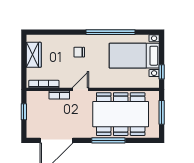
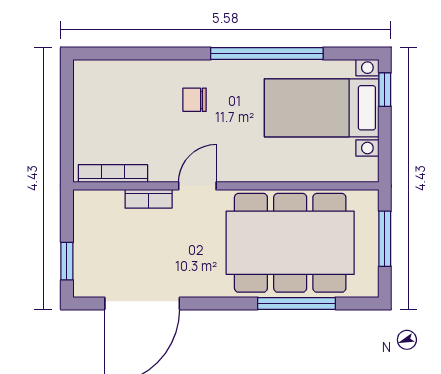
wardrobe: (34, 55) -> (90, 106), removed
window: (162, 72) -> (385, 90), moved
window: (24, 112) -> (67, 261), moved
window: (108, 140) -> (296, 303), moved

